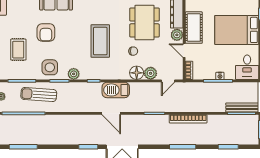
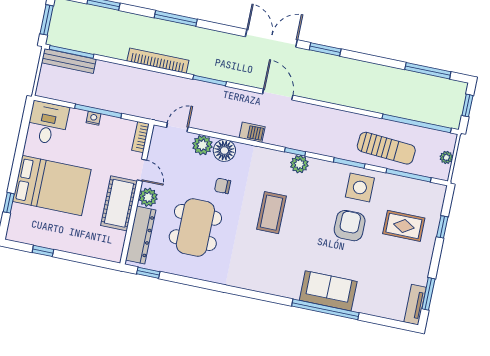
armchair: (46, 32) -> (350, 226), moved
coffee table: (100, 41) -> (271, 213), width x0.73, depth x0.76
rug: (18, 50) -> (404, 226), turned 90
plant: (74, 74) -> (299, 164), moved
barbecue: (116, 90) -> (252, 132), width x0.53, depth x0.65

